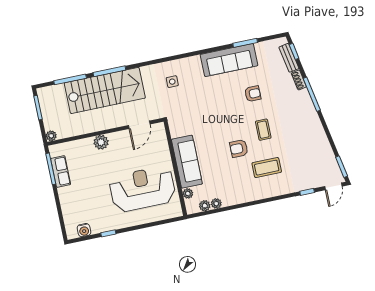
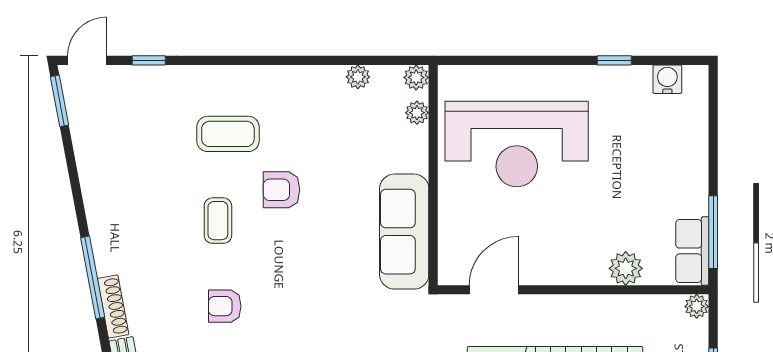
shoe rack: (299, 80) -> (113, 306), width x1.43
plant: (101, 142) -> (626, 268), moved
armchair: (239, 148) -> (282, 190), turned 180
sofa: (187, 162) -> (404, 232), moved
row of seats: (61, 172) -> (692, 251), moved
plant: (205, 206) -> (416, 77), moved

